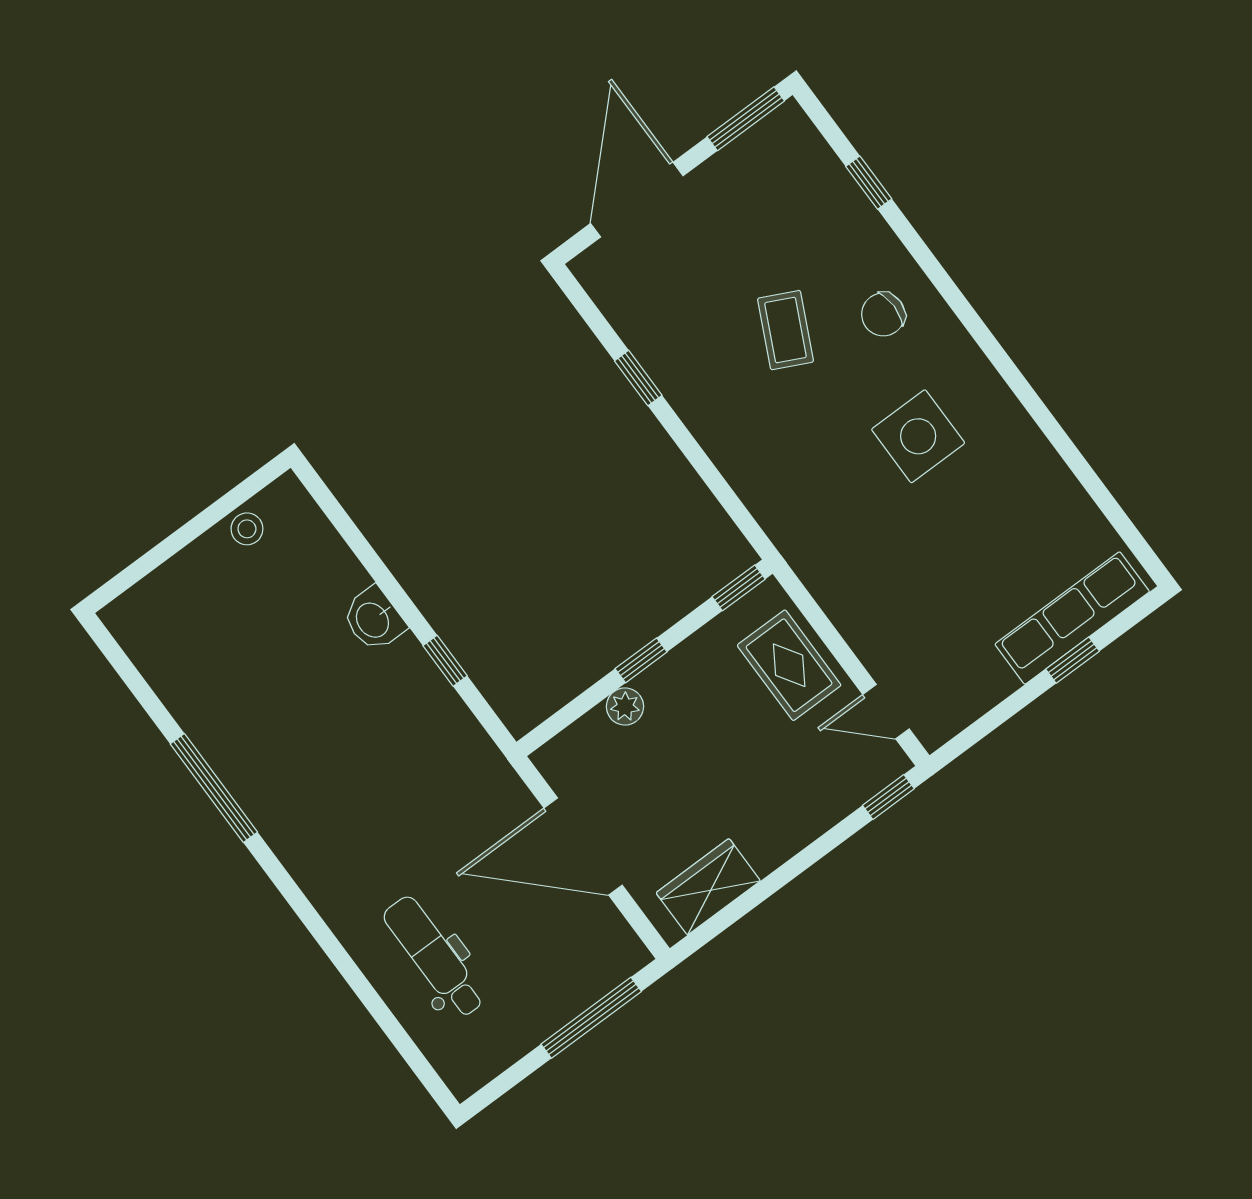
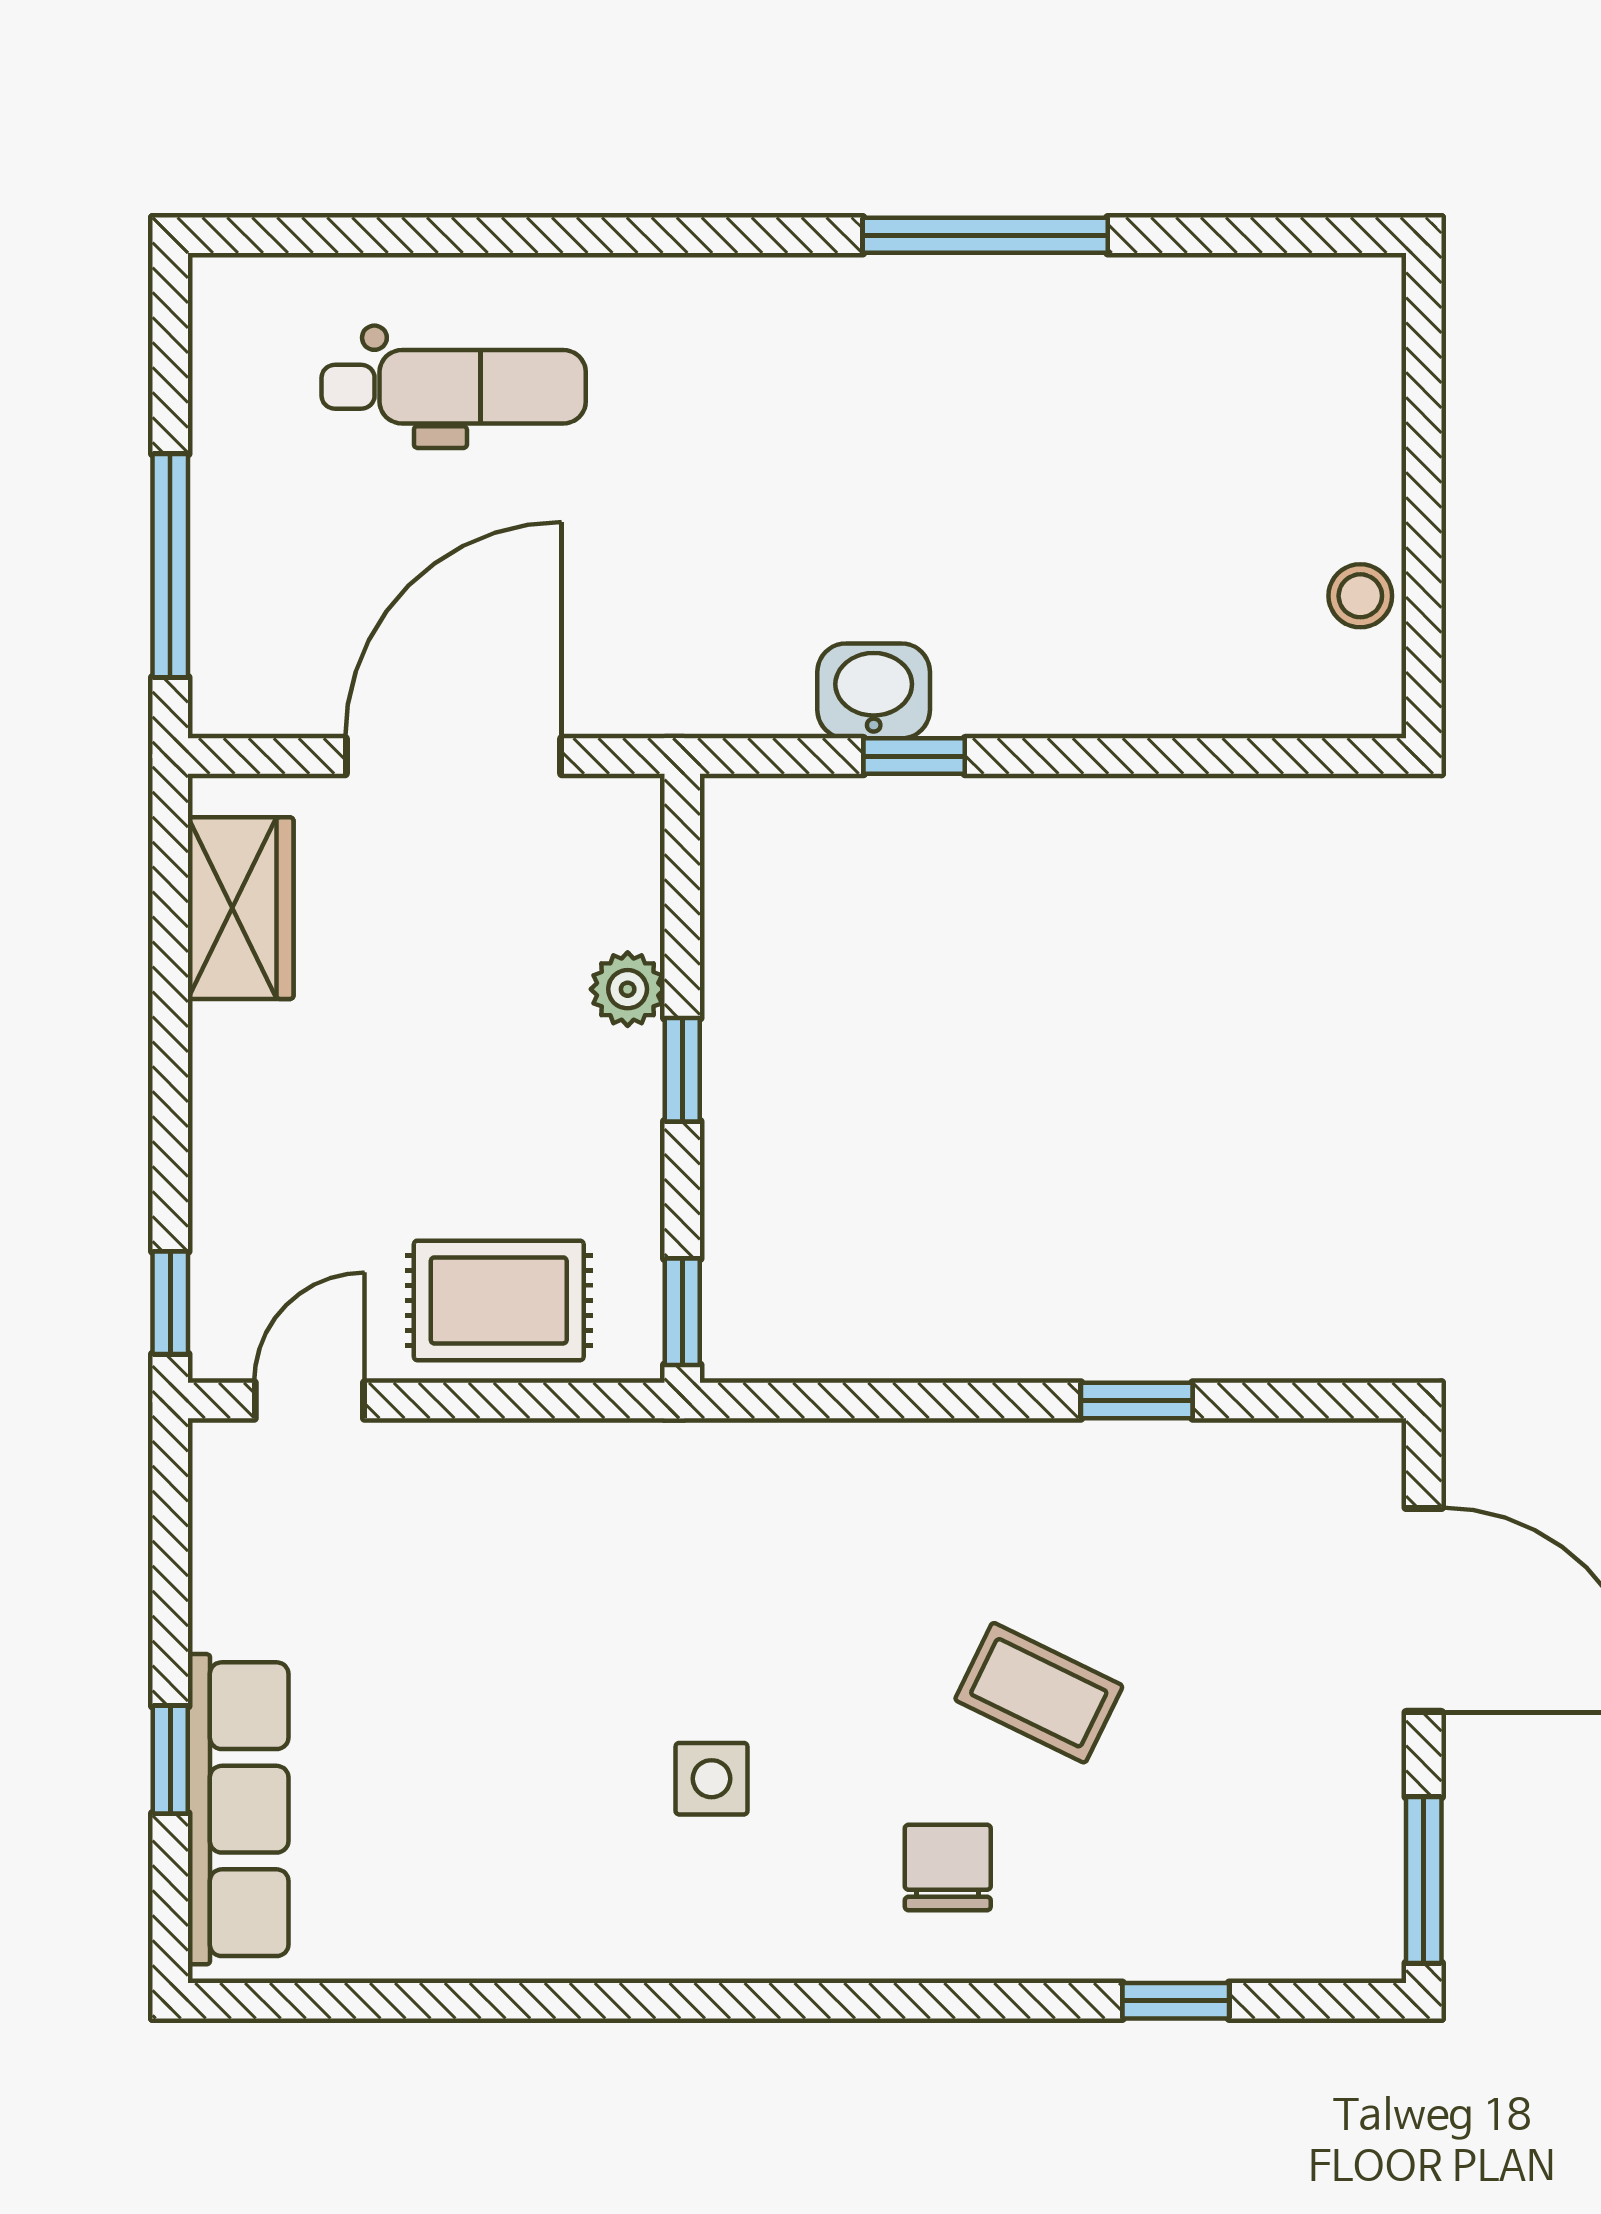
side table: (918, 436) -> (712, 1779), width x0.54, depth x0.54
washbasin: (374, 619) -> (874, 691), moved

